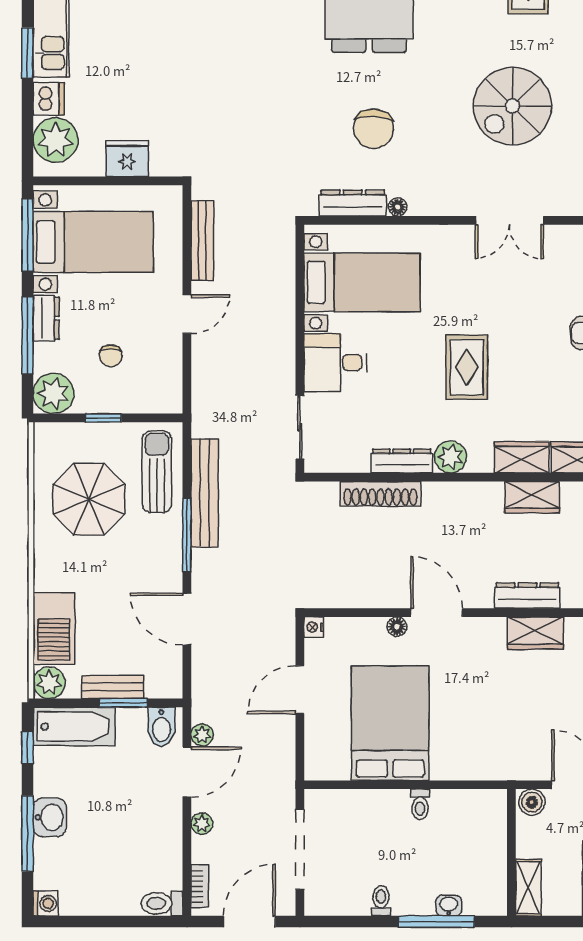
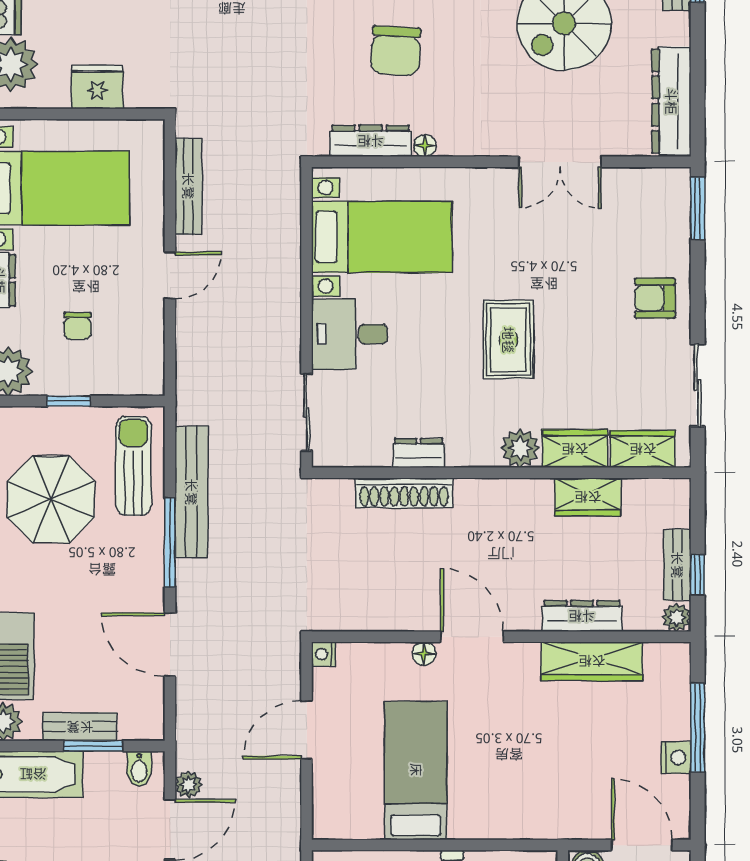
plant: (451, 457) -> (520, 448), moved
dresser: (402, 461) -> (419, 453), width x0.70
wardrobe: (535, 633) -> (592, 661), width x1.50
bed: (390, 723) -> (416, 770), width x0.67
bidet: (161, 727) -> (139, 769), width x0.72, depth x0.74

